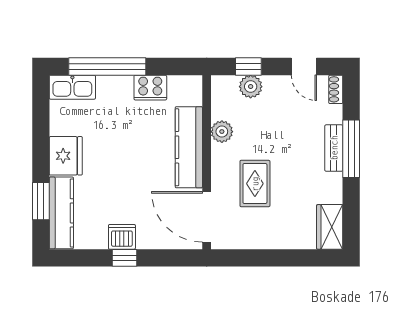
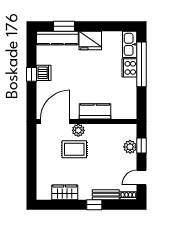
cooker: (150, 88) -> (129, 68), moved
plant: (222, 132) -> (78, 130), moved
kitchen counter: (189, 147) -> (95, 111), width x0.67
bench: (334, 148) -> (106, 195), moved
window: (351, 149) -> (94, 205), width x0.46
wardrobe: (330, 227) -> (65, 192), moved

